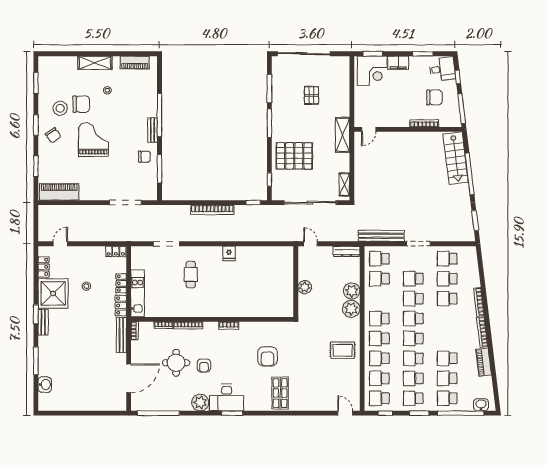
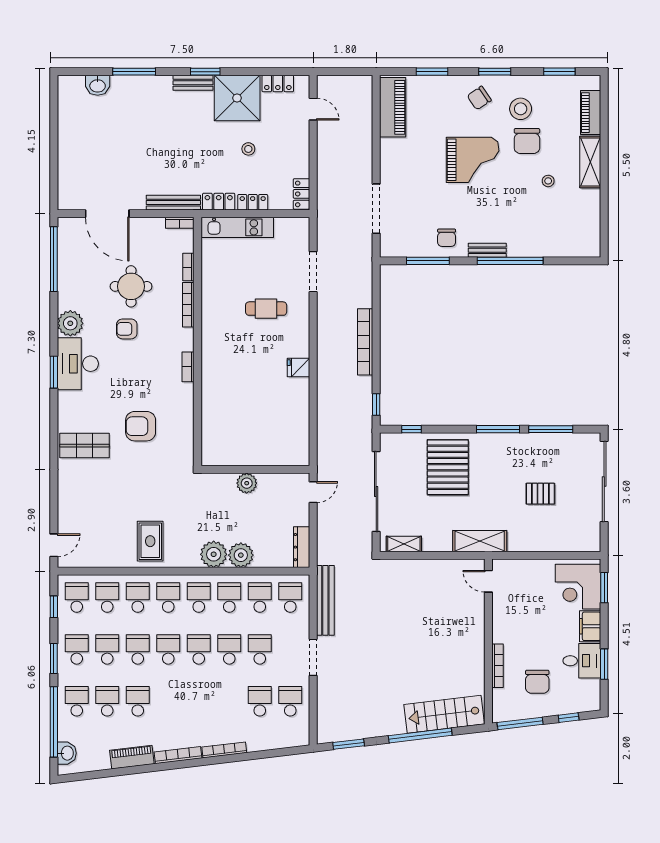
piano: (135, 63) -> (591, 113), moved
desk: (442, 69) -> (582, 661), moved, turned -83
school desk: (447, 299) -> (229, 597), moved

